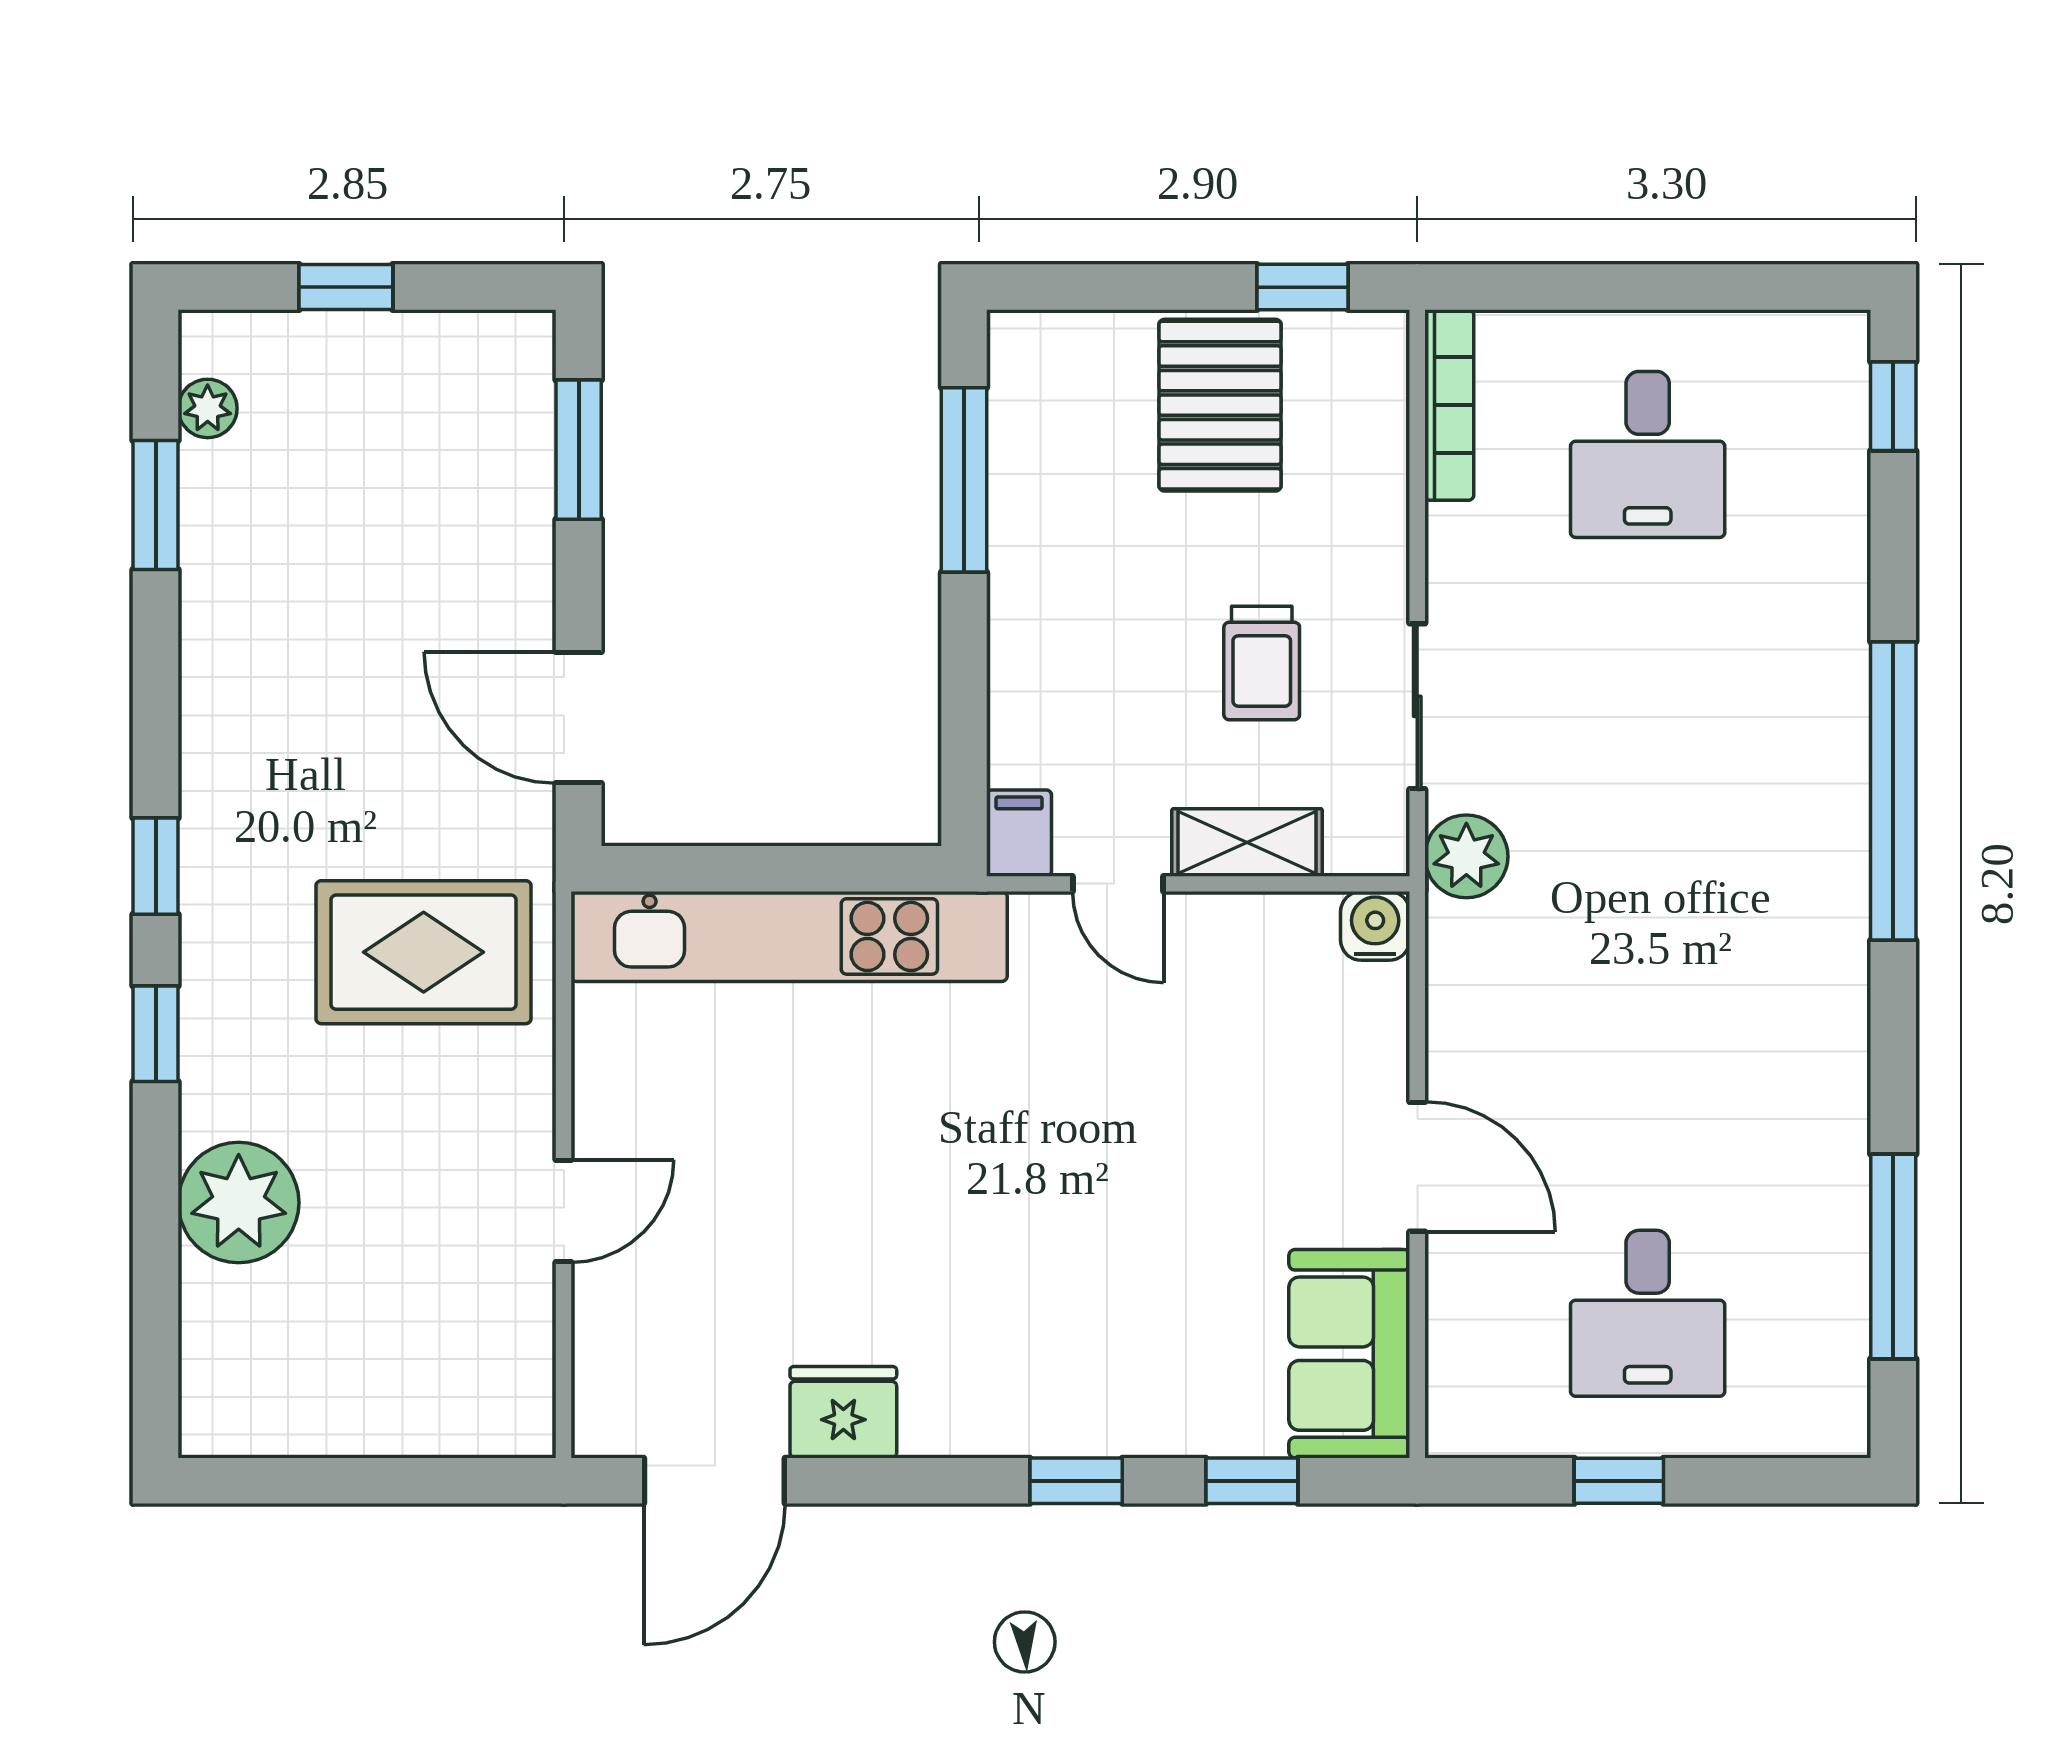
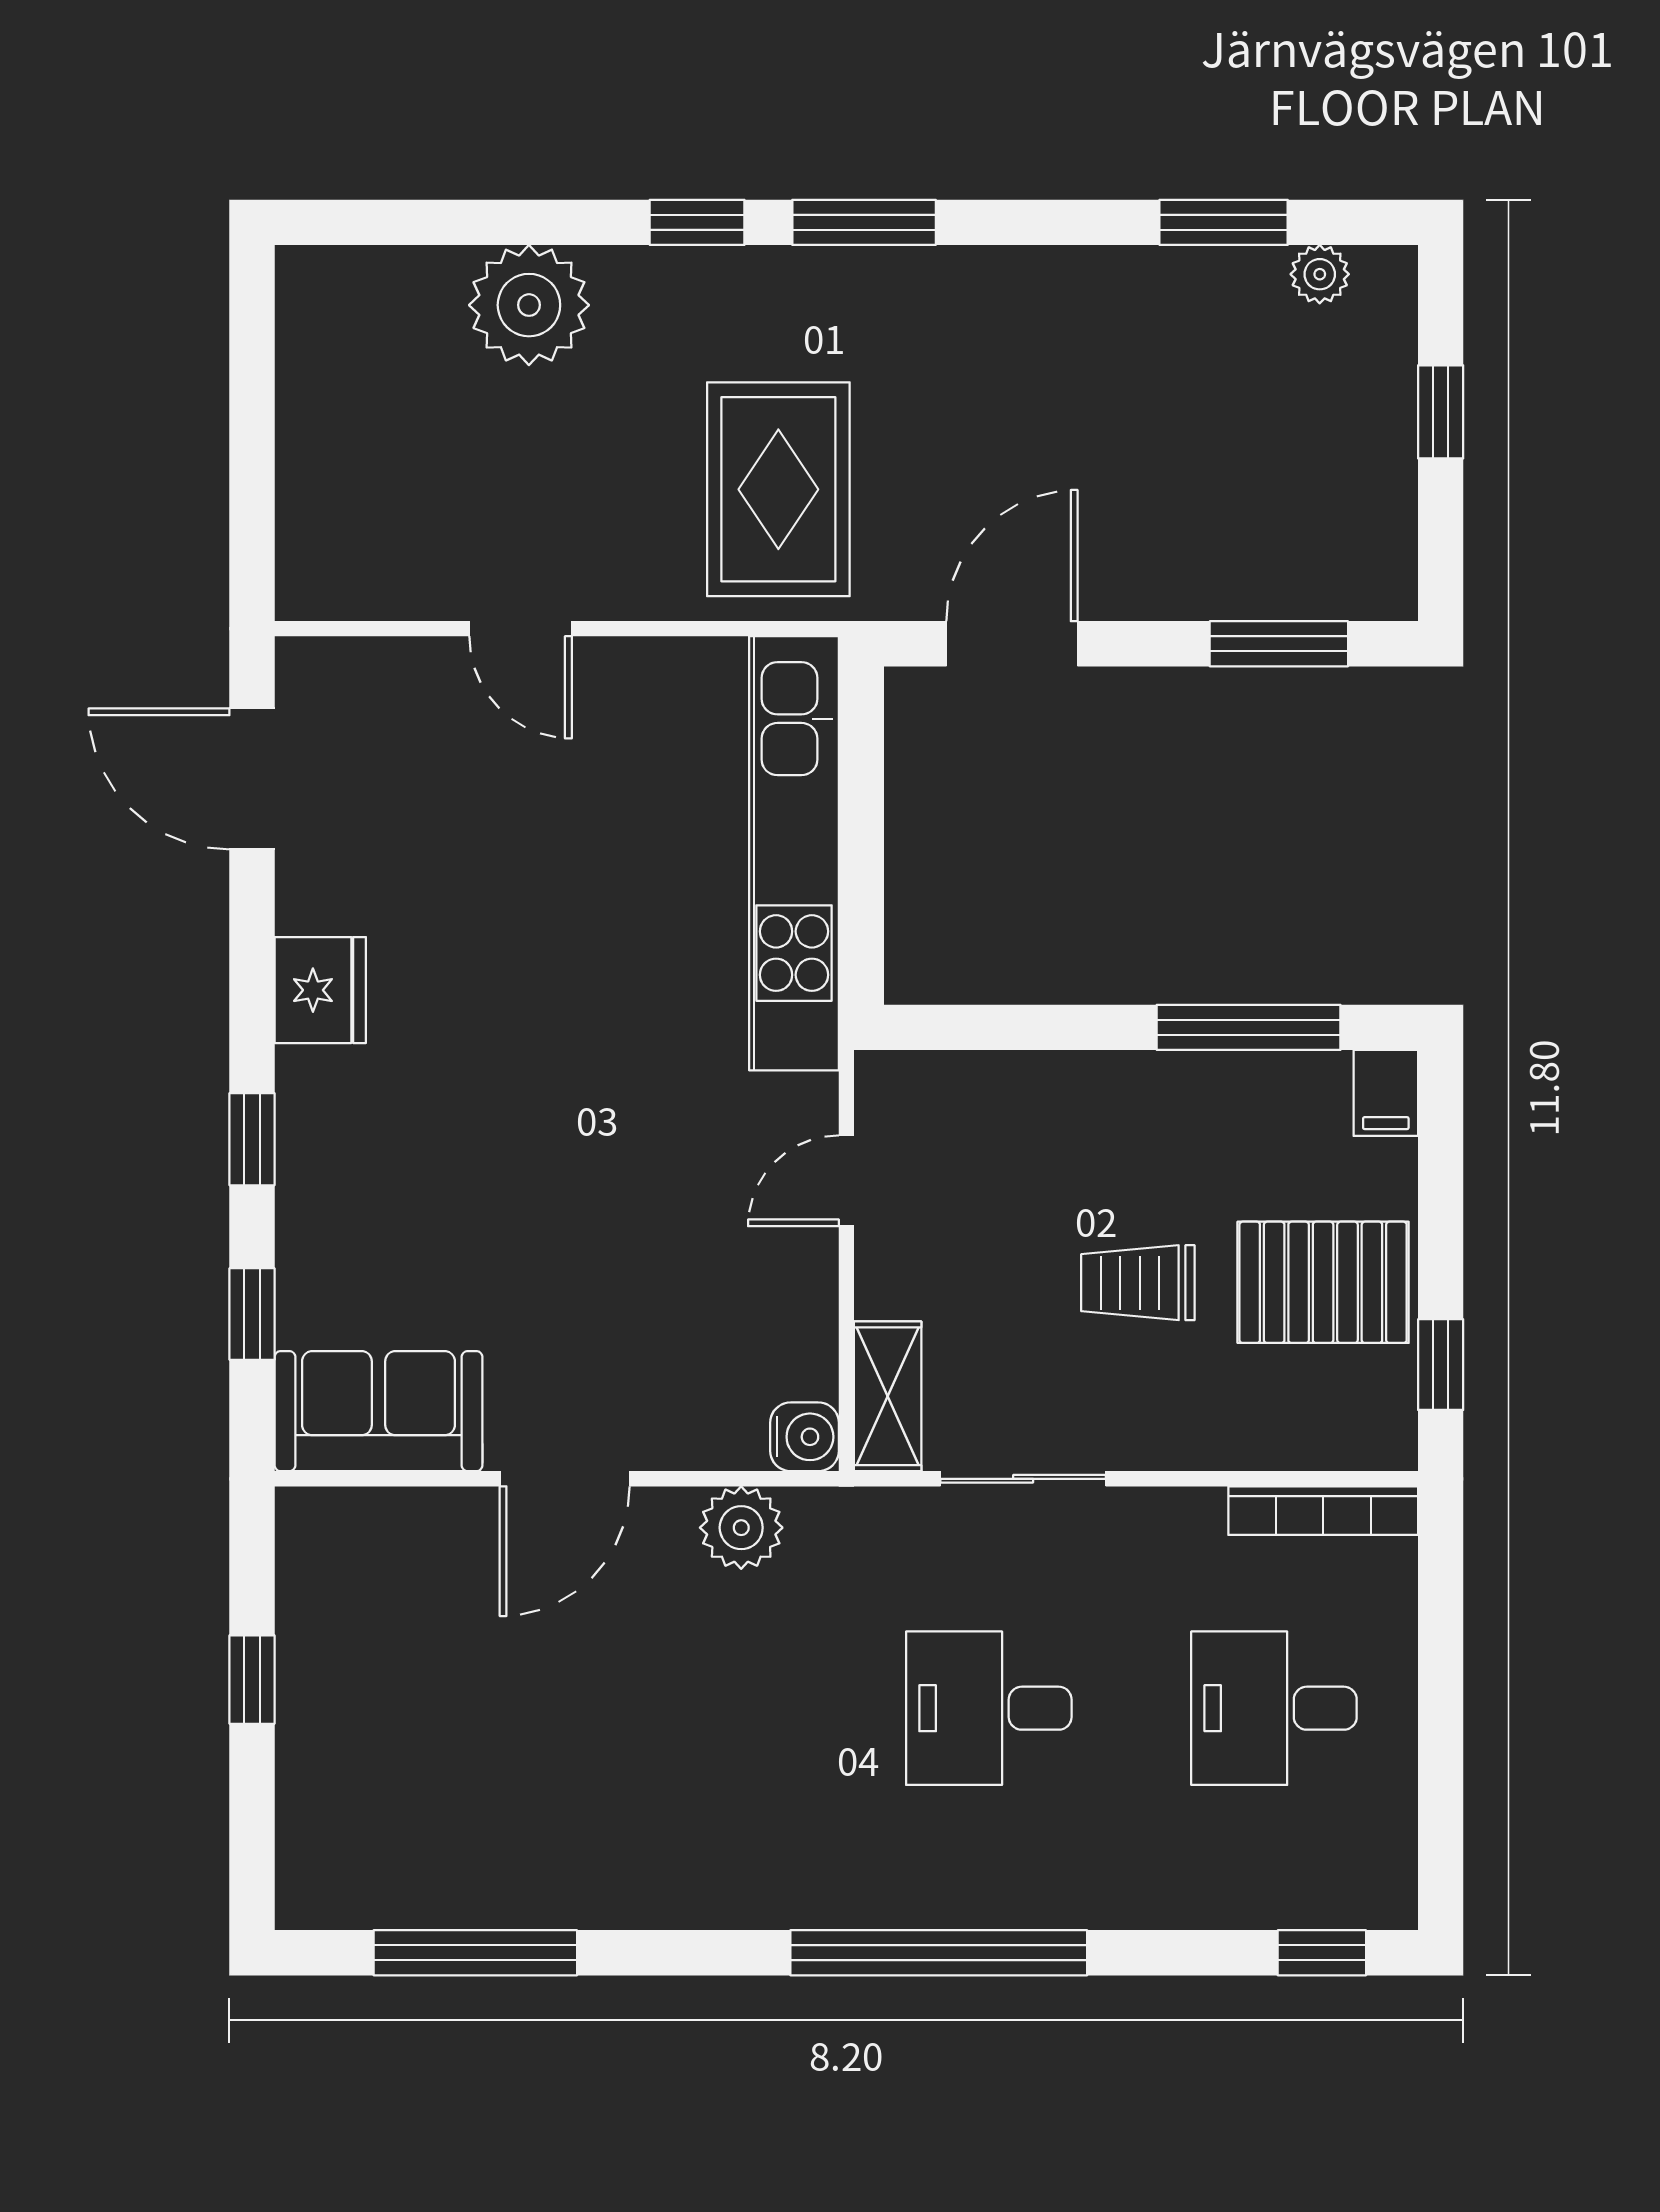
trolley: (1262, 663) -> (1138, 1283), moved
filing cabinet: (1019, 833) -> (1386, 1093), moved, turned 90
shelving: (1247, 842) -> (888, 1396), moved
plant: (1466, 856) -> (741, 1528), moved
window: (156, 866) -> (864, 222), width x1.50
desk: (1648, 1313) -> (989, 1708), moved
fridge: (843, 1412) -> (320, 990), moved

